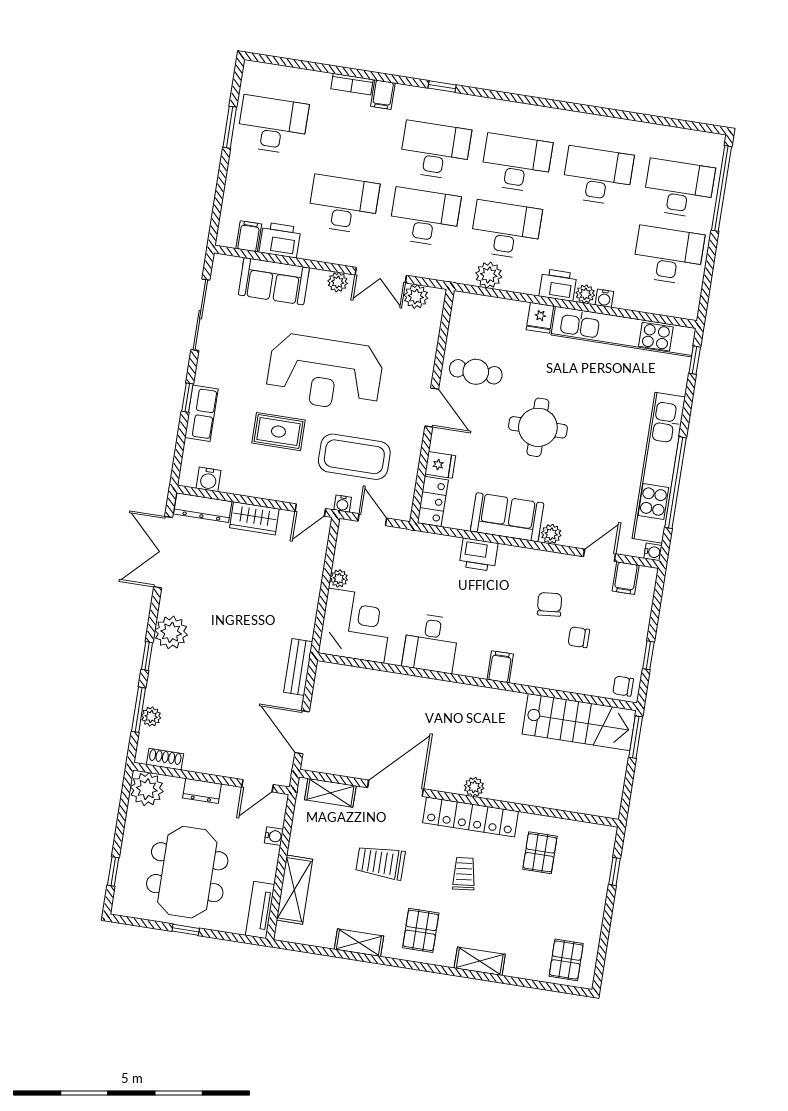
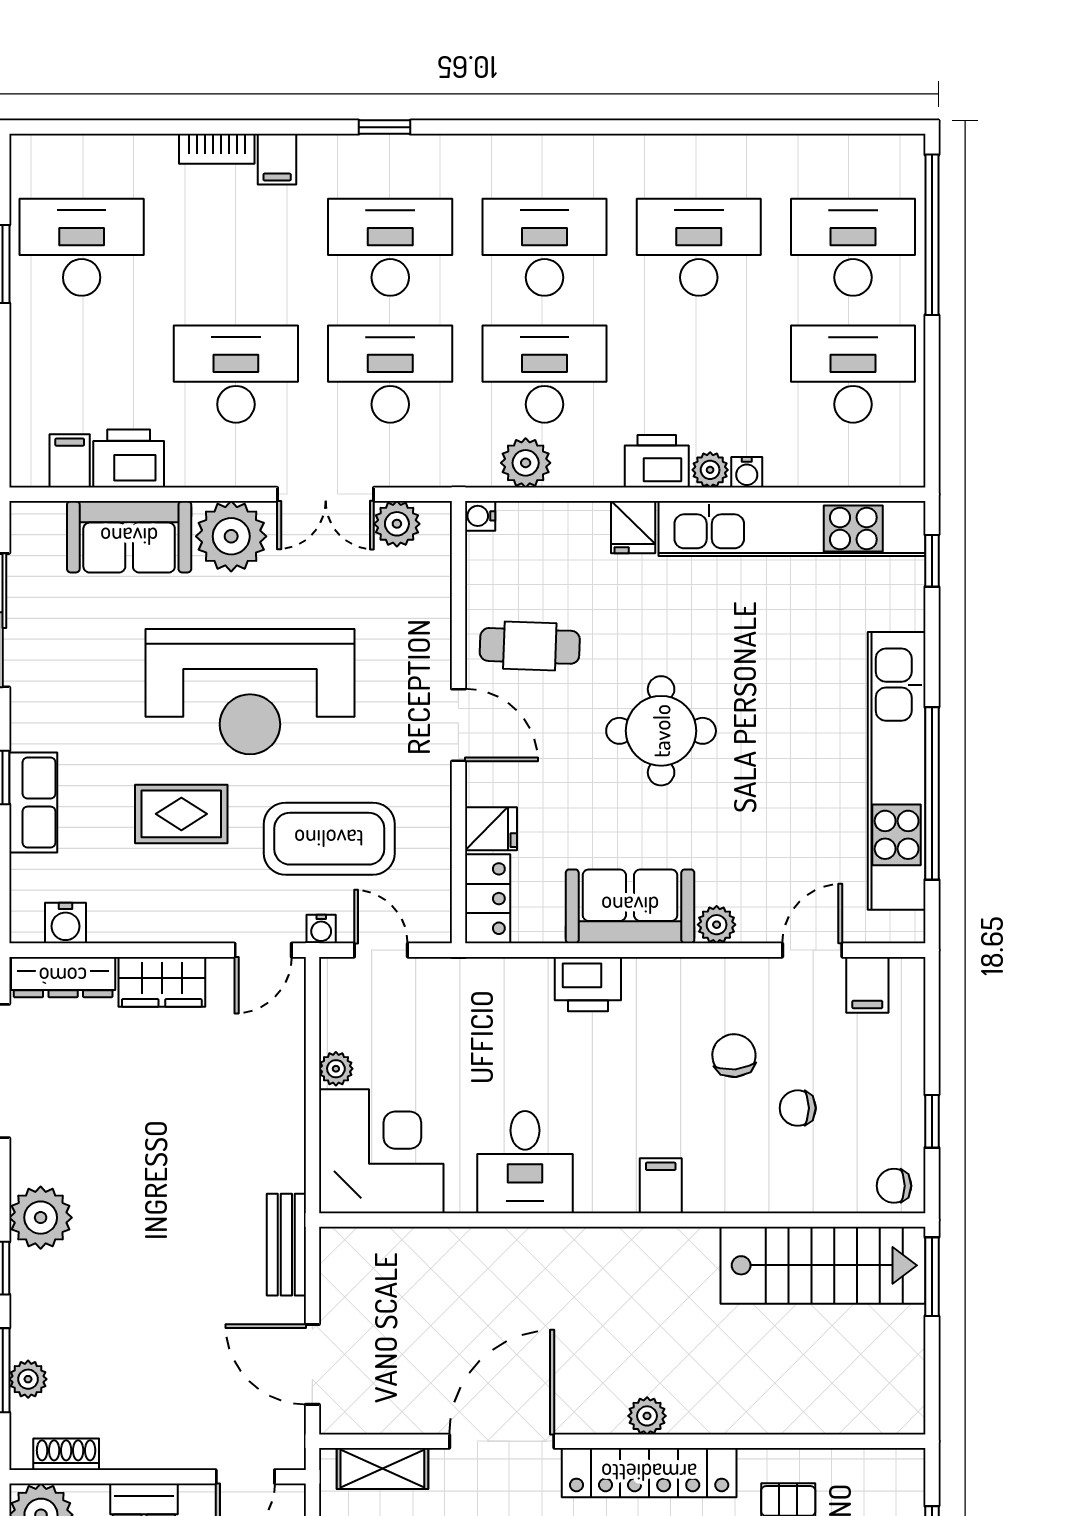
plant: (338, 282) -> (231, 536), width x1.88, depth x1.88
water cooler: (653, 552) -> (480, 516), moved, turned 180

